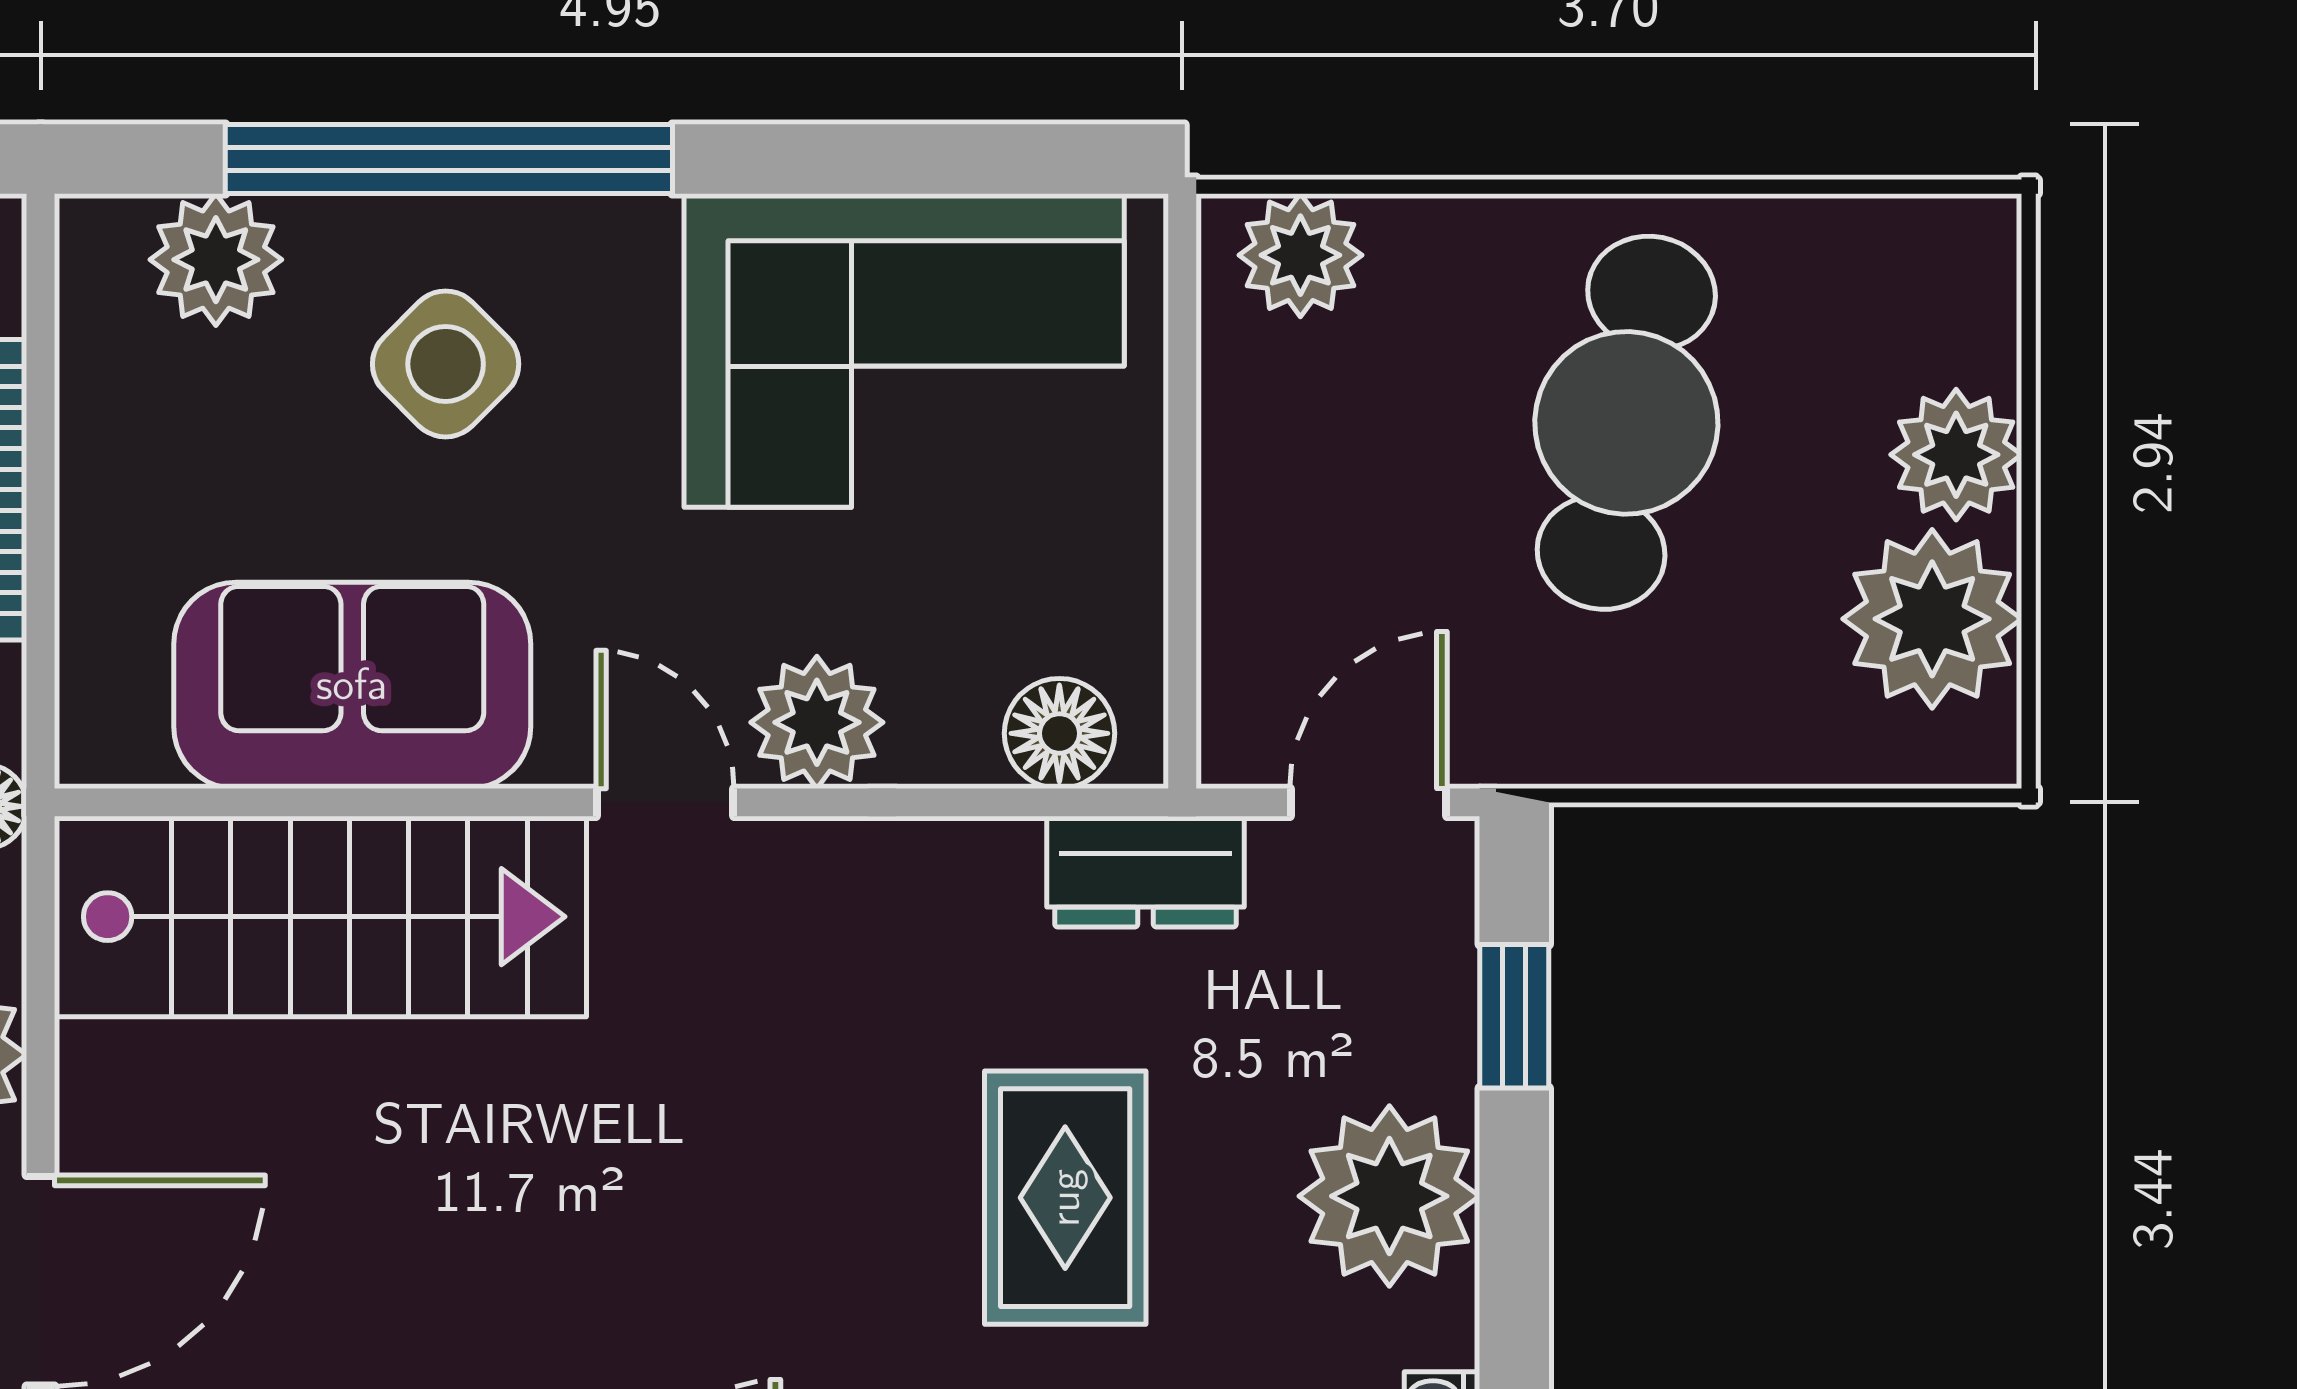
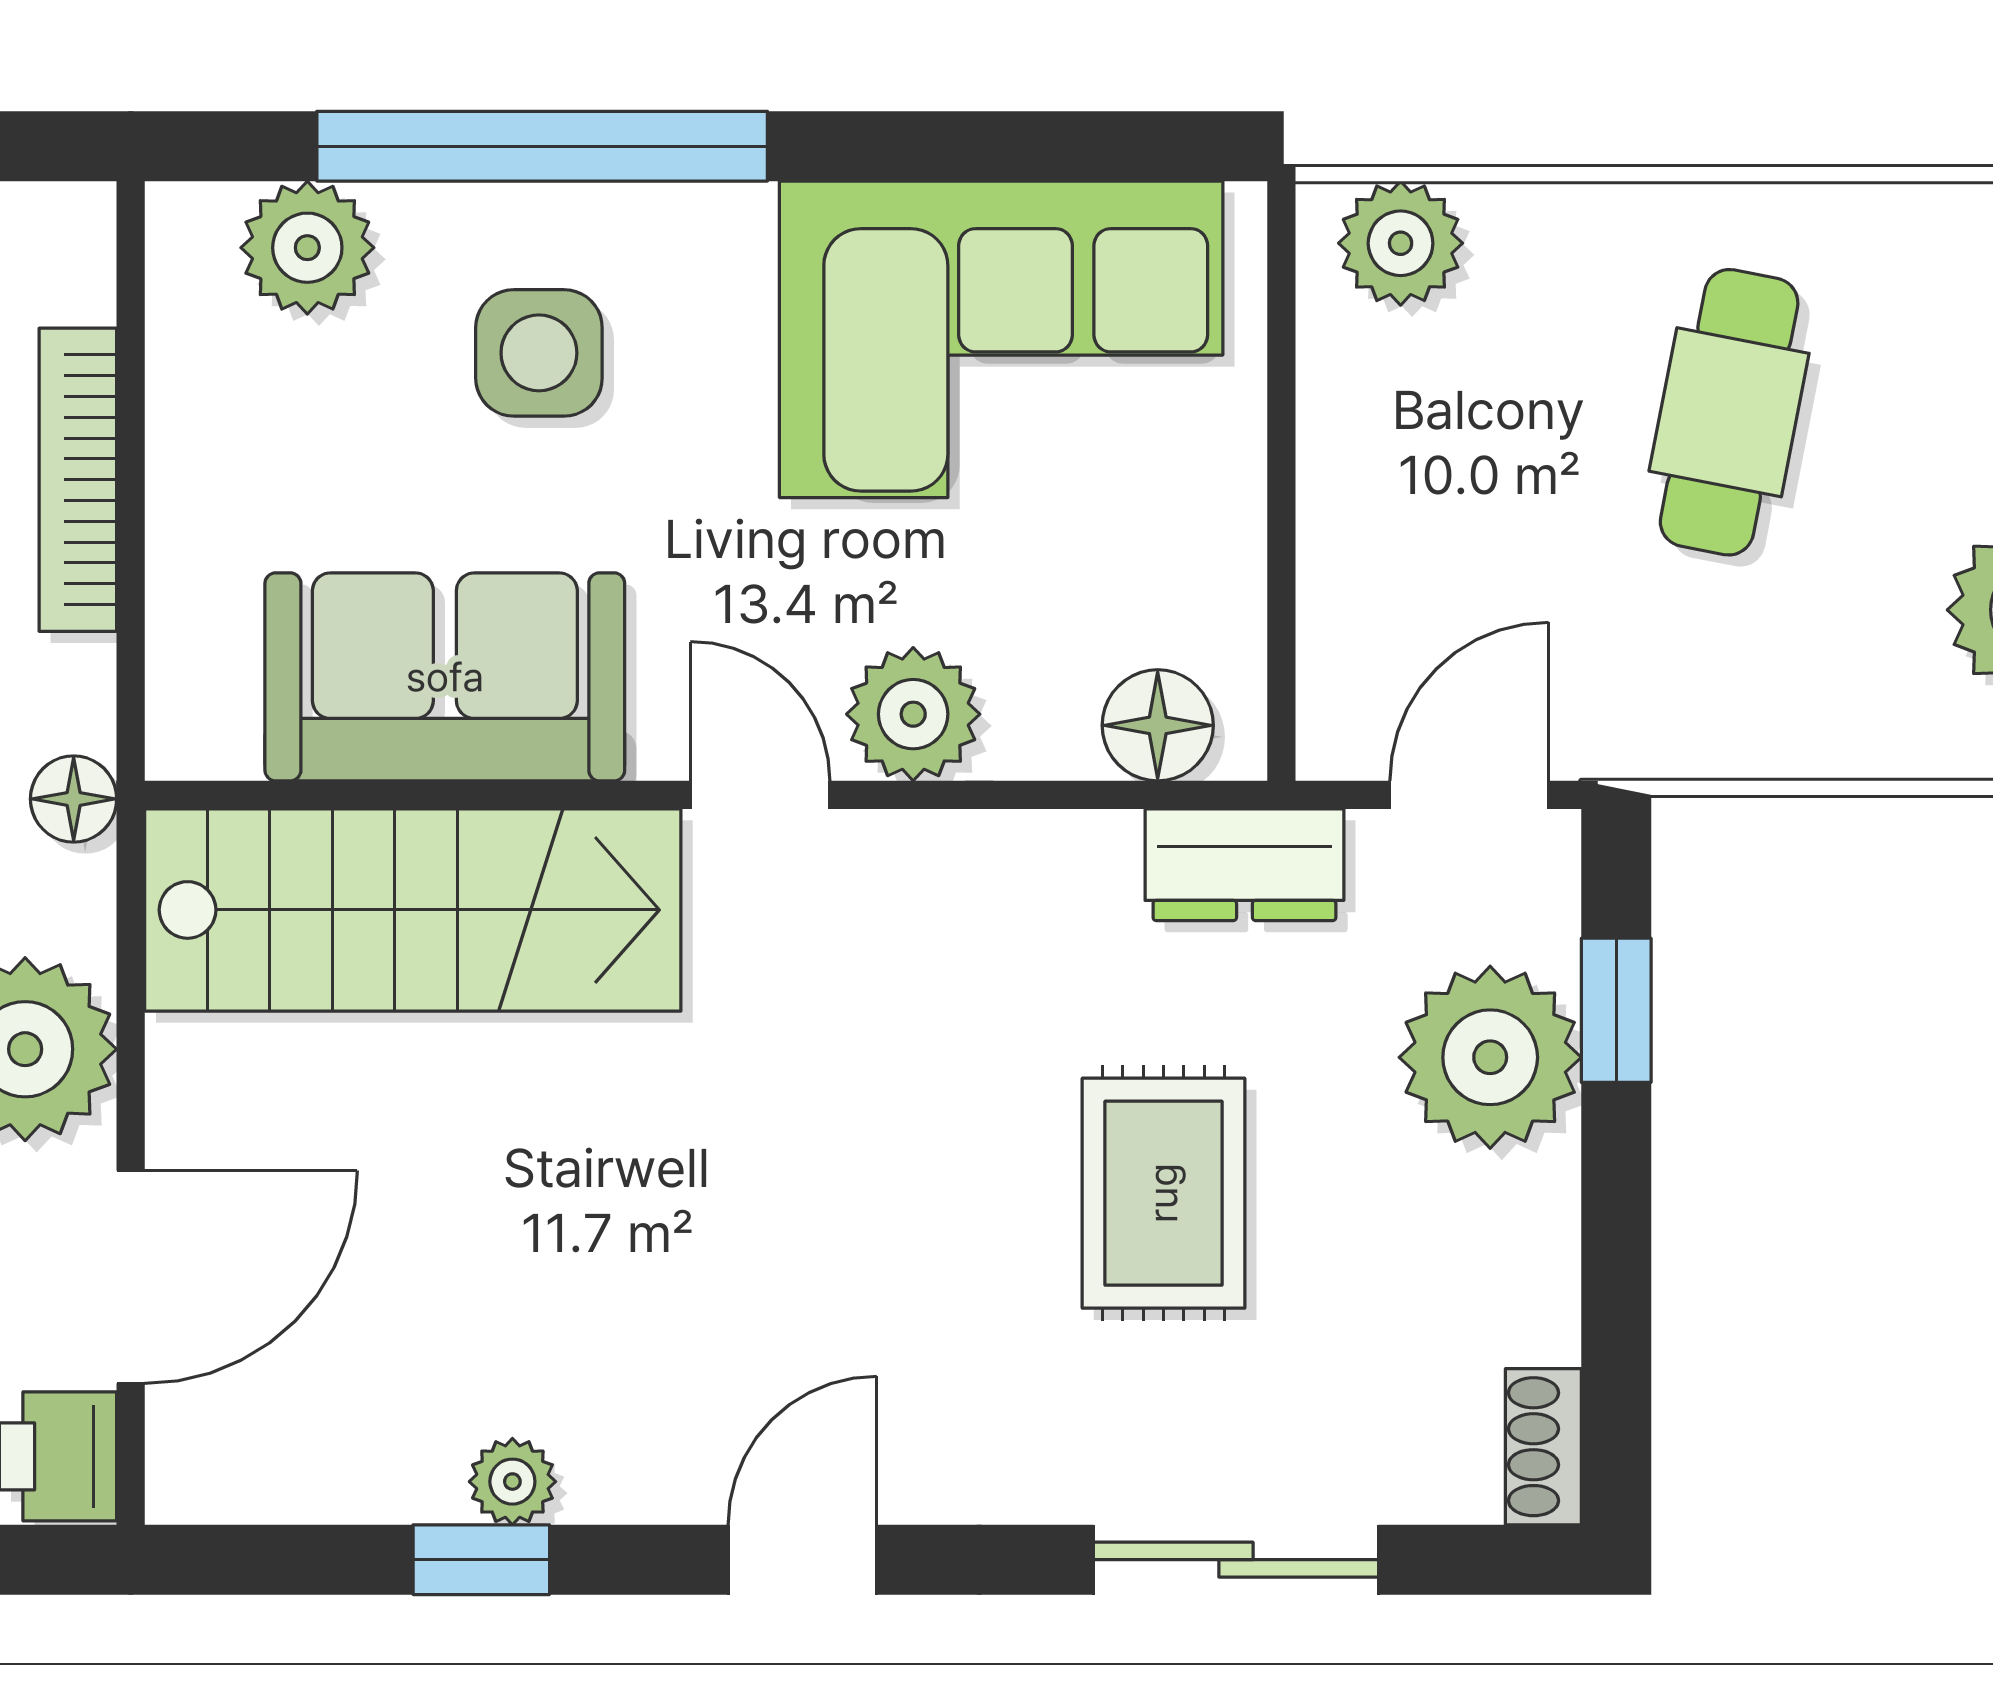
side table: (446, 364) -> (539, 353), turned 45
cafe table: (1626, 423) -> (1729, 412), width x0.73, depth x0.74
plant: (1389, 1196) -> (1490, 1057), moved

